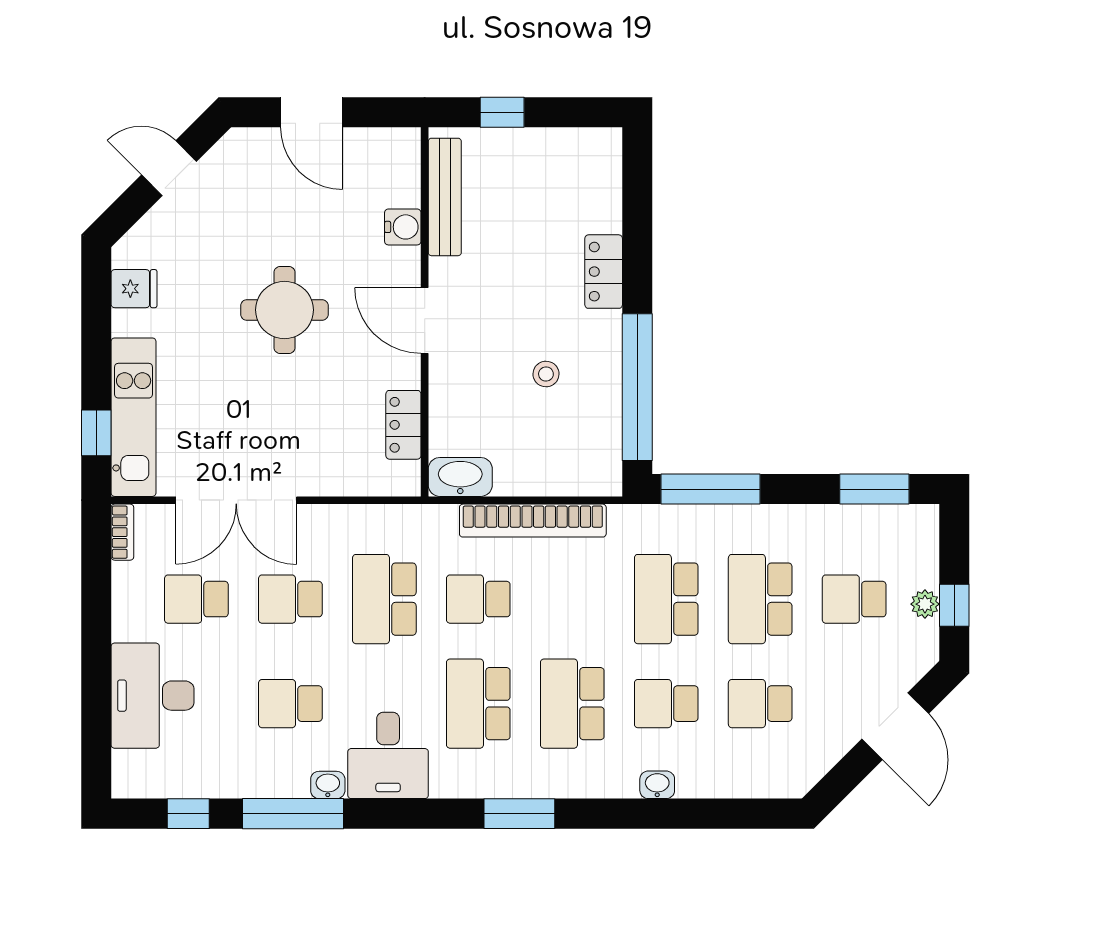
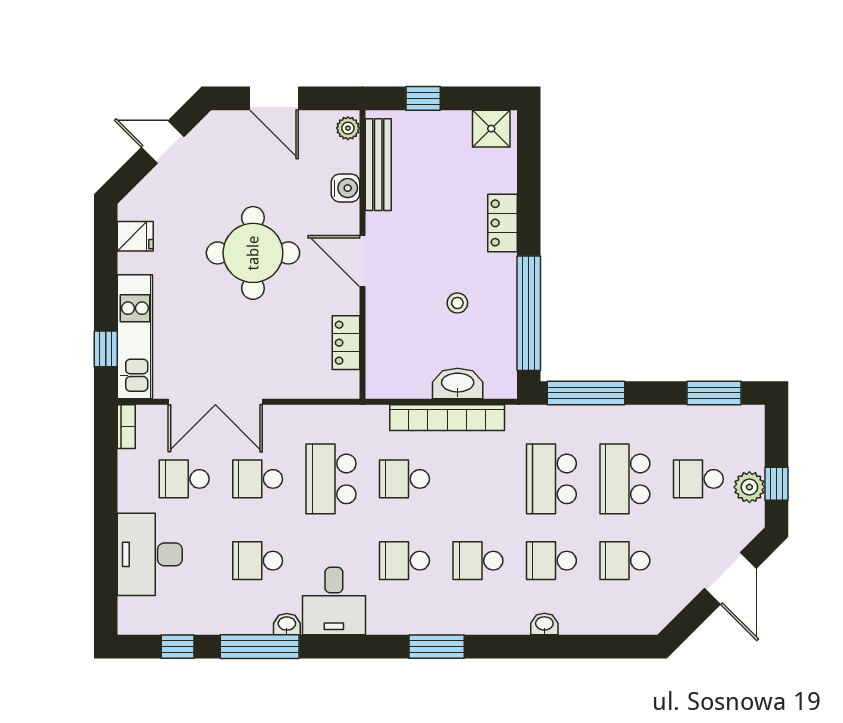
plant: (406, 150) -> (348, 128), added
shower: (589, 151) -> (491, 129), added
round table: (284, 310) -> (253, 253), width x1.36, depth x1.36
washbasin: (460, 477) -> (458, 383), moved
plant: (925, 604) -> (749, 487), width x1.38, depth x1.38
school desk: (478, 704) -> (404, 561), width x0.54
school desk: (572, 704) -> (478, 561), width x0.54

